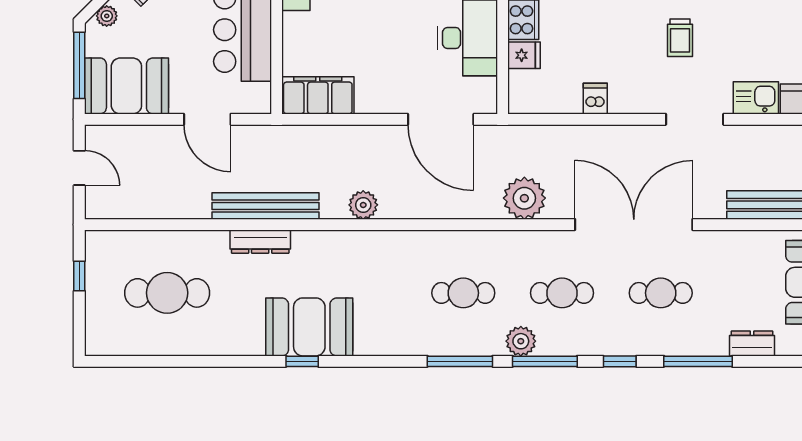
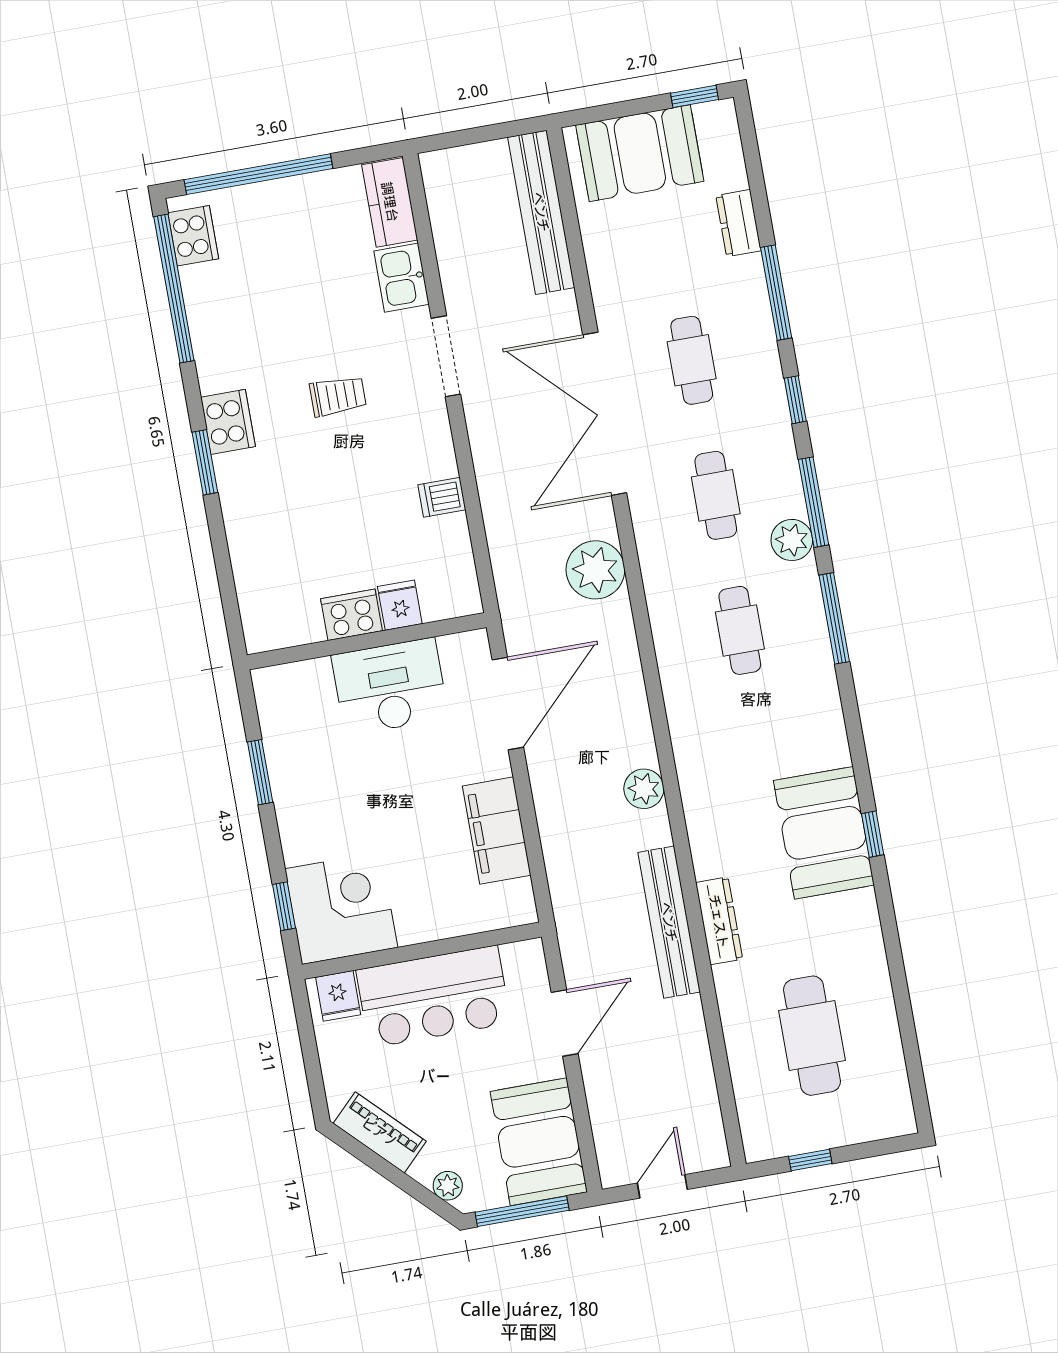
filing cabinet: (318, 95) -> (497, 831), moved

